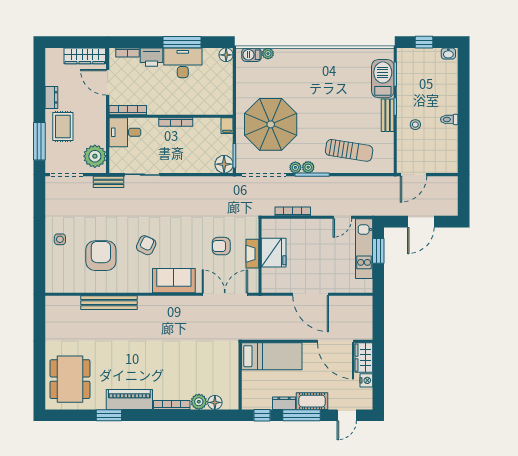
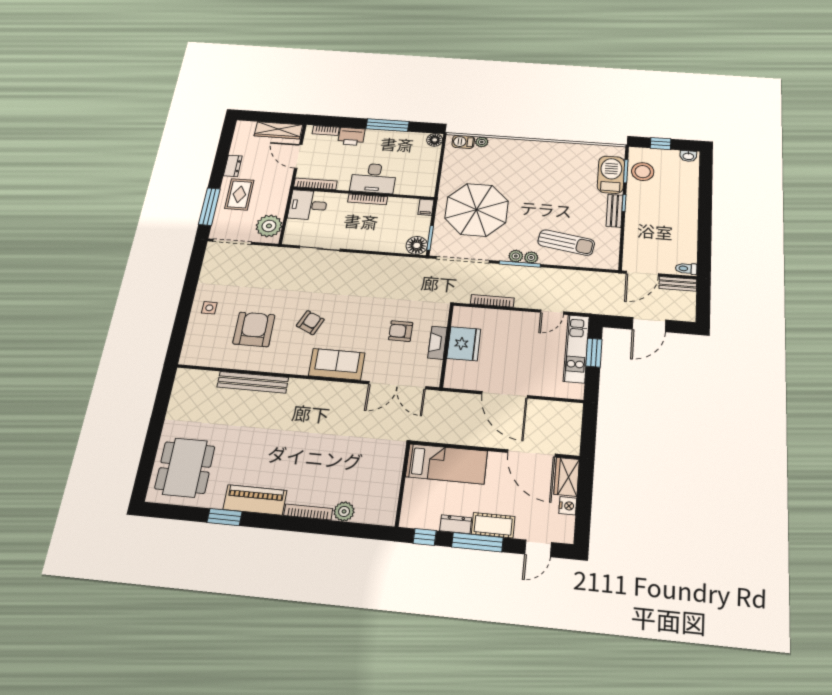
desk: (183, 63) -> (373, 178), moved, turned 180
toilet: (449, 119) -> (686, 269), moved
stool: (415, 125) -> (643, 172), moved, width x1.89, depth x1.89
plant: (295, 167) -> (531, 257), moved
bench: (108, 182) -> (678, 284), moved
double door: (225, 294) -> (397, 385), swing flipped
floor lamp: (215, 402) -> (365, 514), removed

